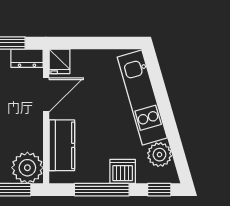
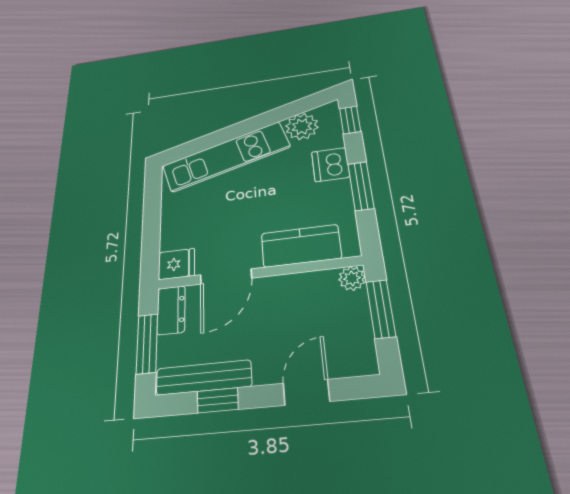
door: (46, 95) -> (226, 276), swing flipped
plant: (27, 168) -> (352, 278), width x0.53, depth x0.53
window: (102, 190) -> (361, 186), width x0.69

